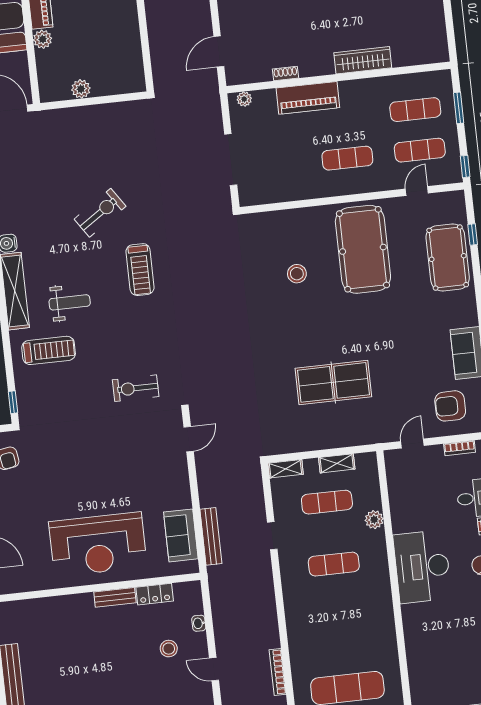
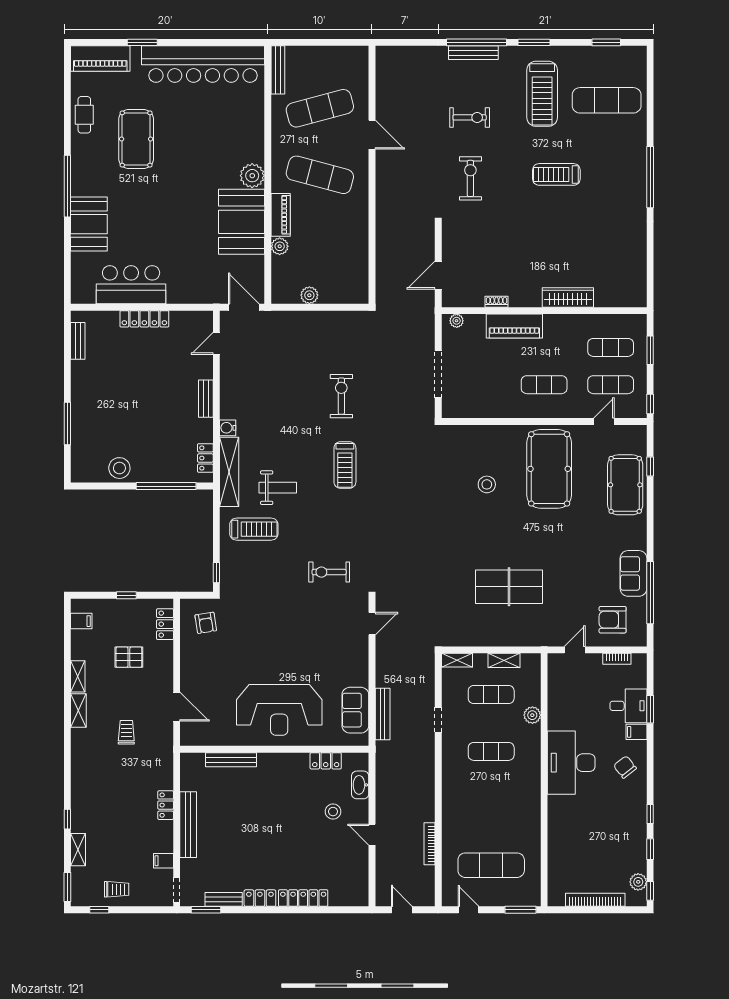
exercise bike: (100, 213) -> (341, 396), moved, turned -56
bench: (115, 597) -> (231, 760), moved, width x1.36
washbasin: (199, 623) -> (360, 785), width x1.91, depth x1.45

